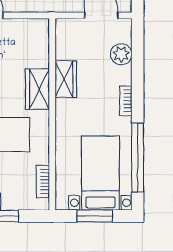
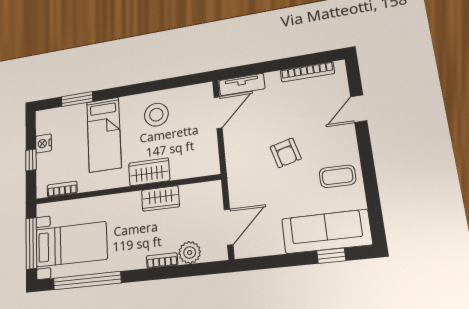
bookcase: (126, 101) -> (162, 260), moved
window: (95, 216) -> (31, 243), width x1.44

